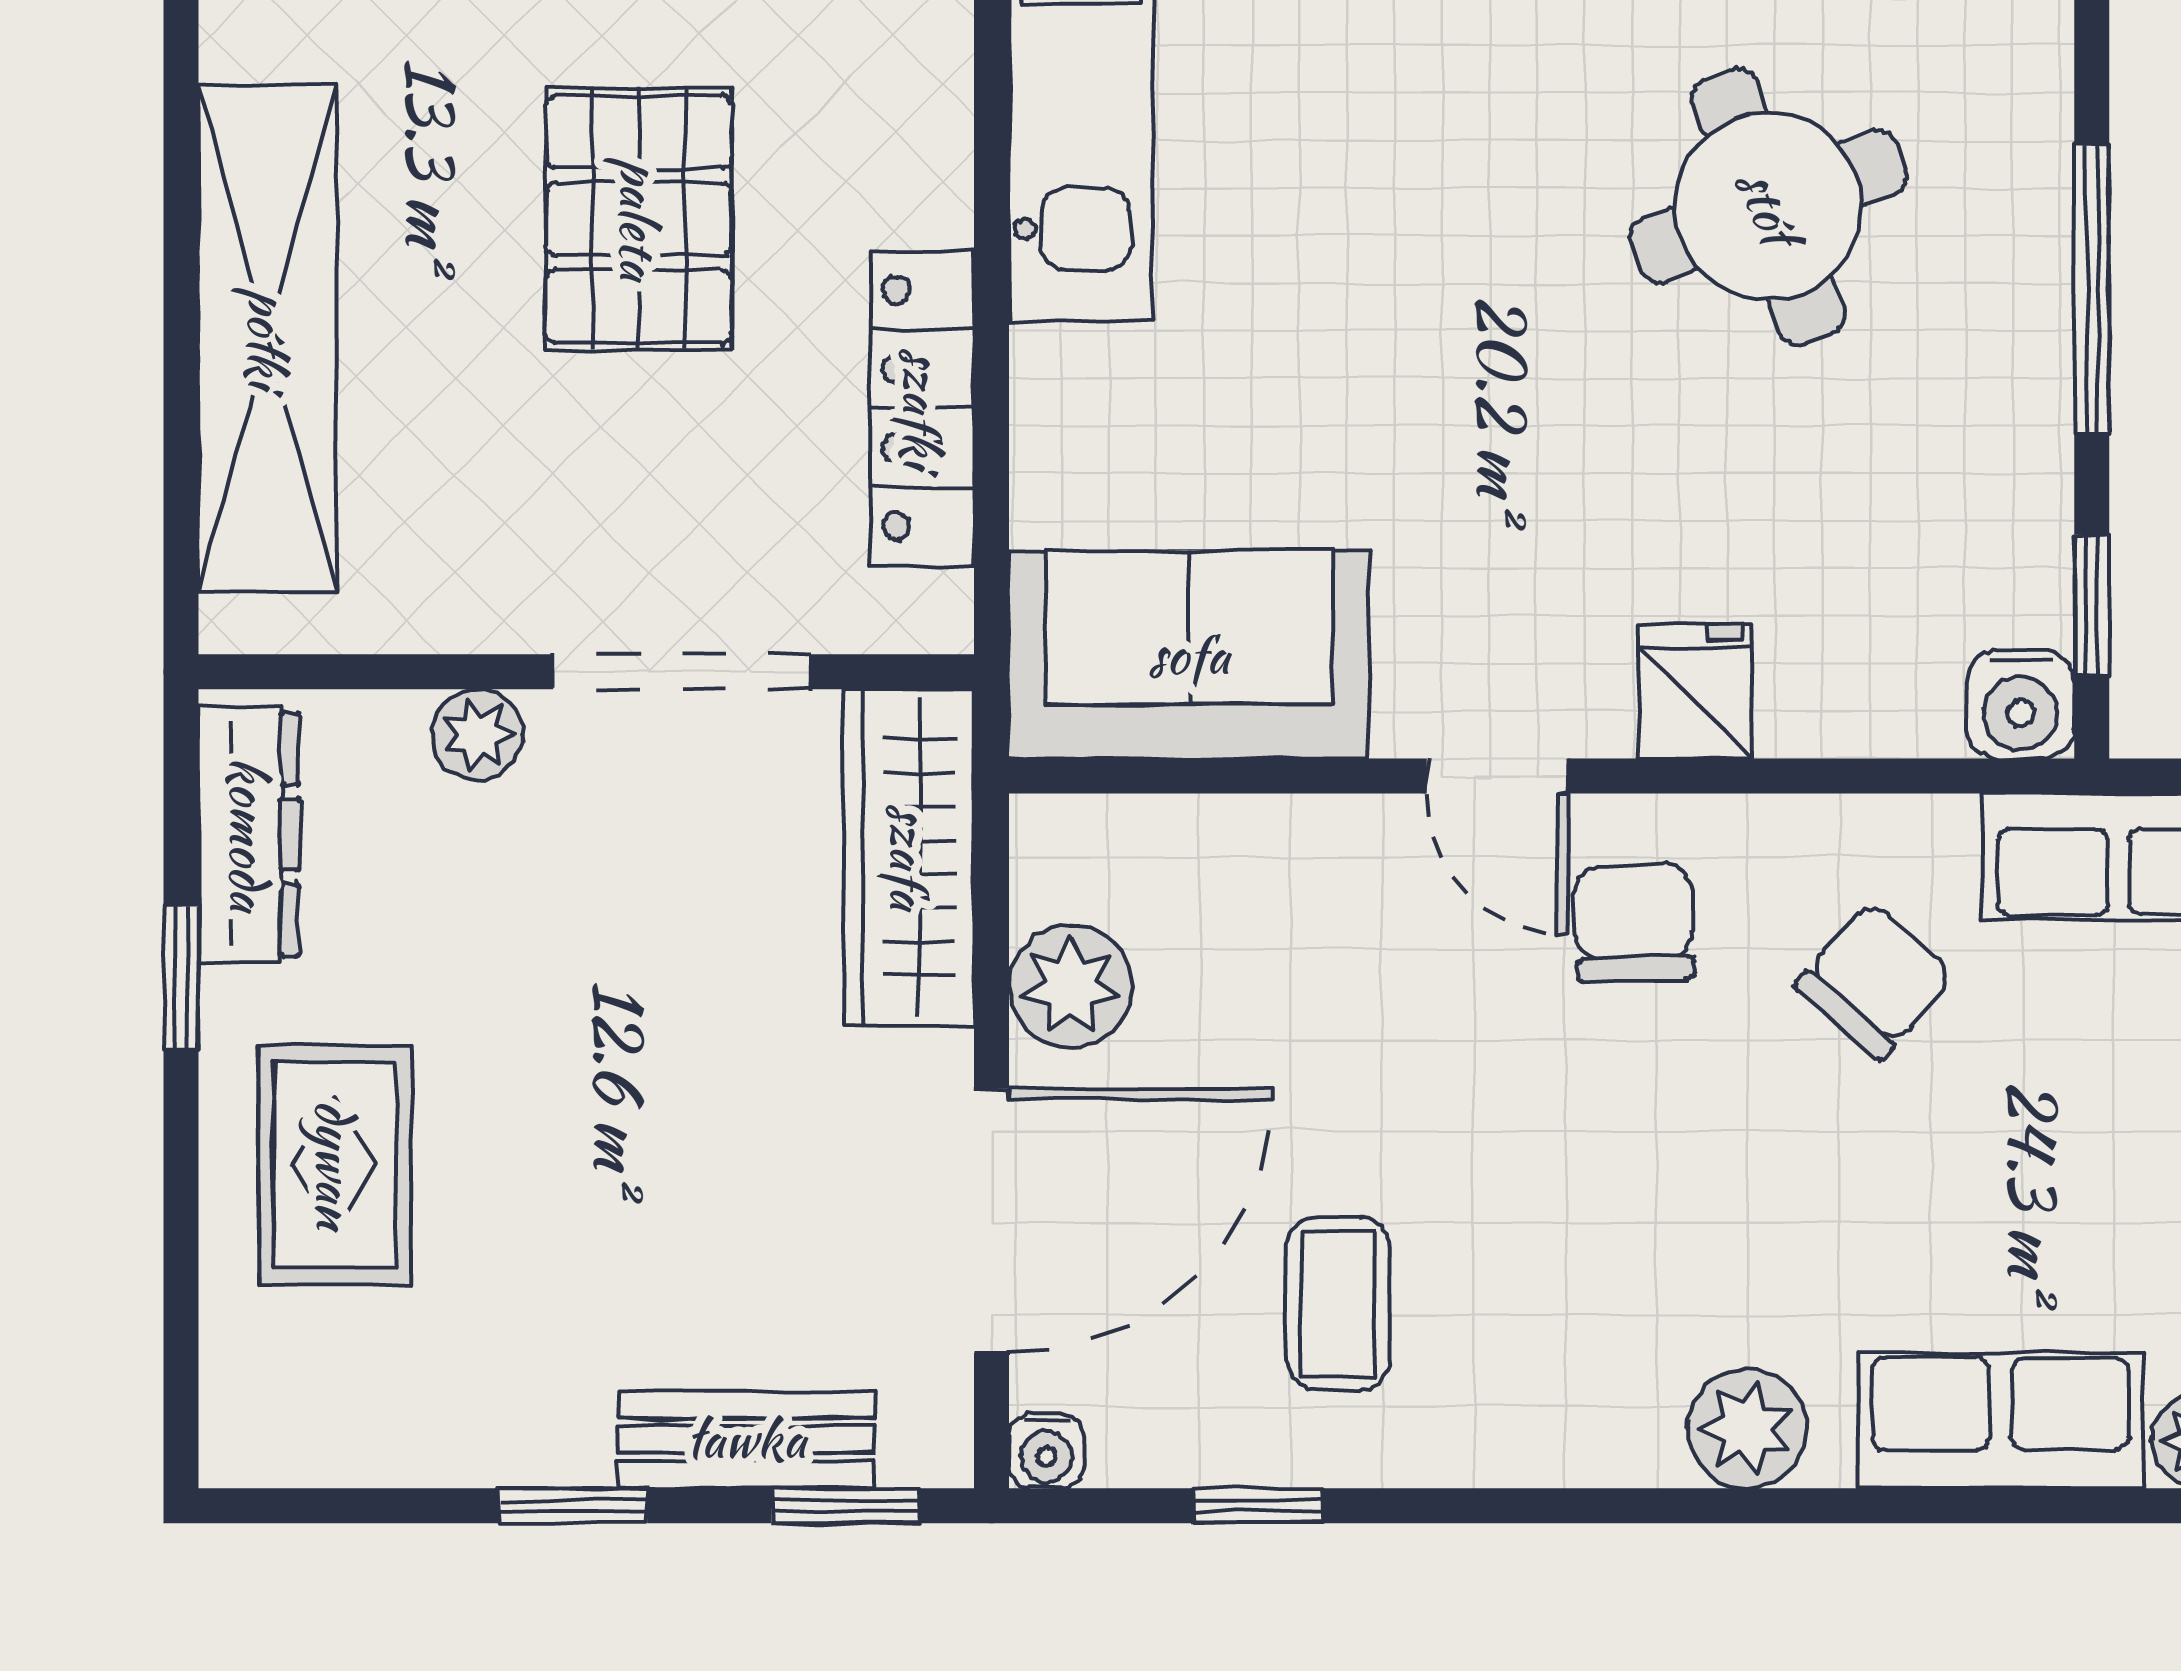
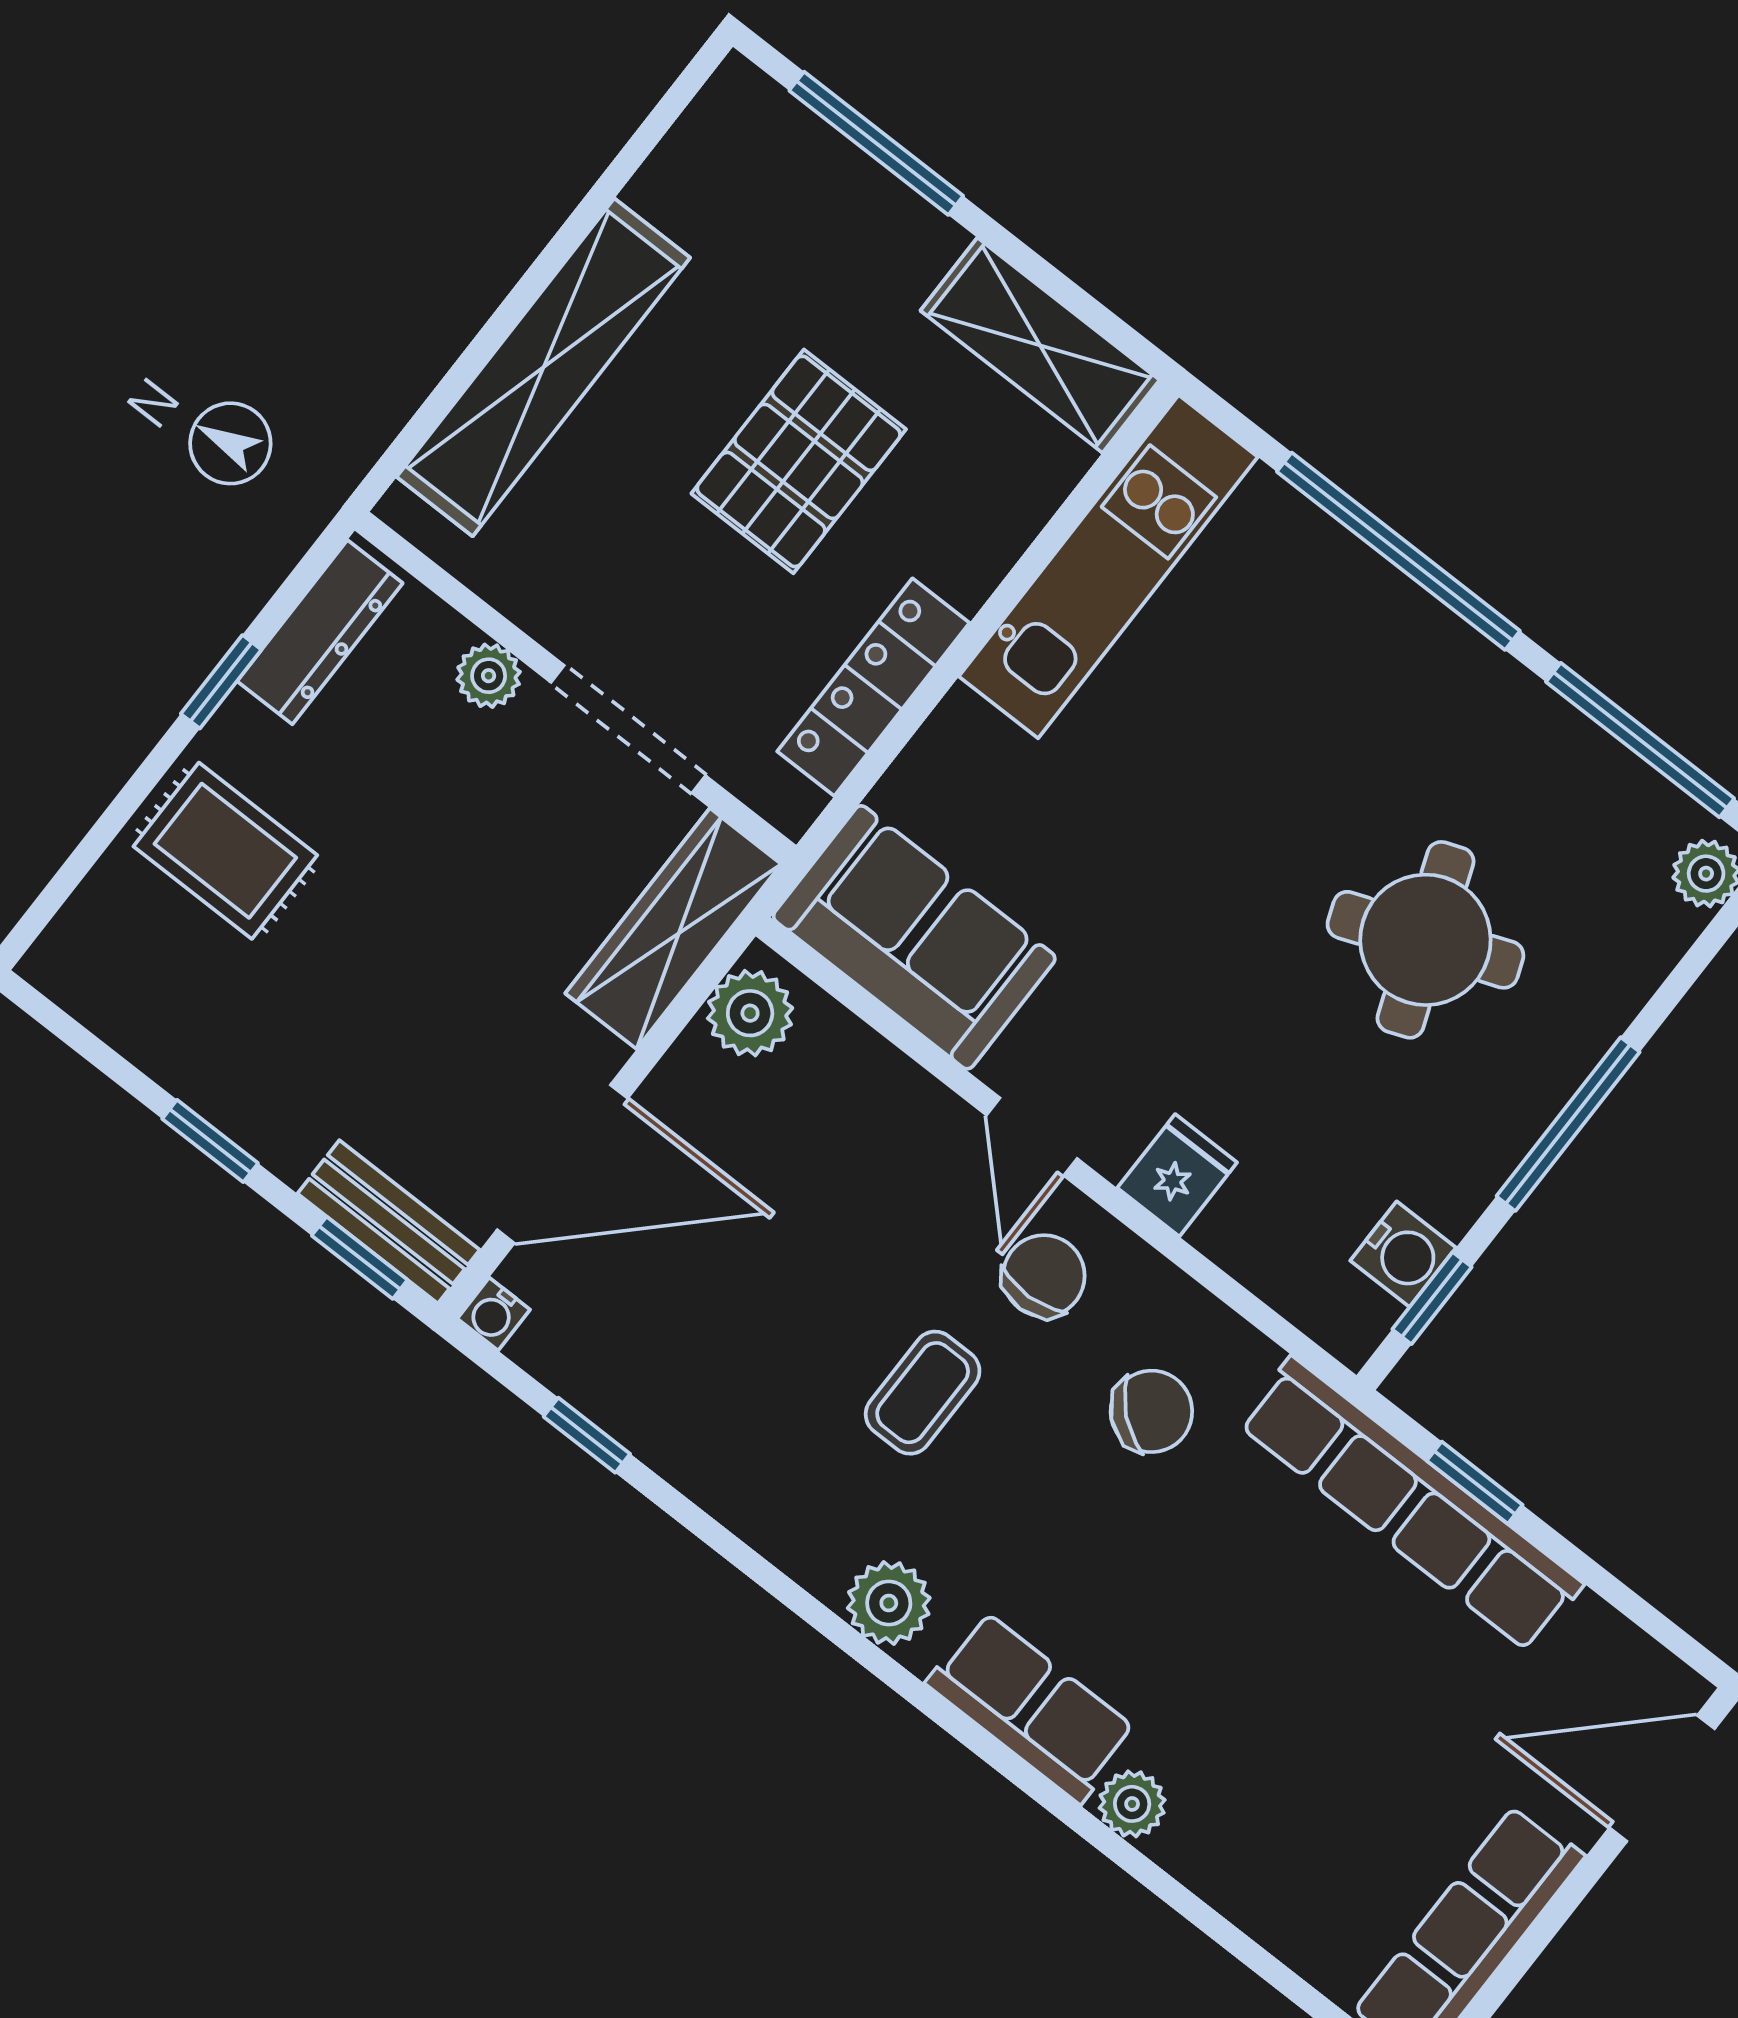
water cooler: (2020, 704) -> (1403, 1254), moved, turned -90
plant: (1070, 986) -> (750, 1013), moved
rug: (335, 1165) -> (225, 851), turned 90
coffee table: (1338, 1304) -> (923, 1393), moved
bench: (746, 1439) -> (389, 1222), moved

